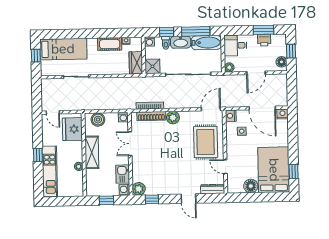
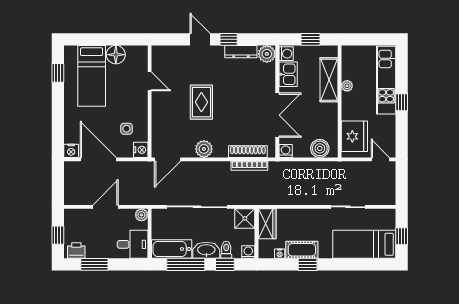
window: (105, 33) -> (308, 264), added
printer: (264, 40) -> (76, 251), moved
floor lamp: (281, 62) -> (71, 221), removed
plant: (173, 118) -> (204, 149), moved
rug: (206, 142) -> (201, 102), moved, width x0.73, depth x0.70
double door: (130, 144) -> (277, 115), width x1.37
shelving: (92, 152) -> (329, 80), moved
bed: (274, 170) -> (92, 76), width x0.67
dresser: (213, 189) -> (241, 52), moved
window: (152, 199) -> (229, 39), moved

